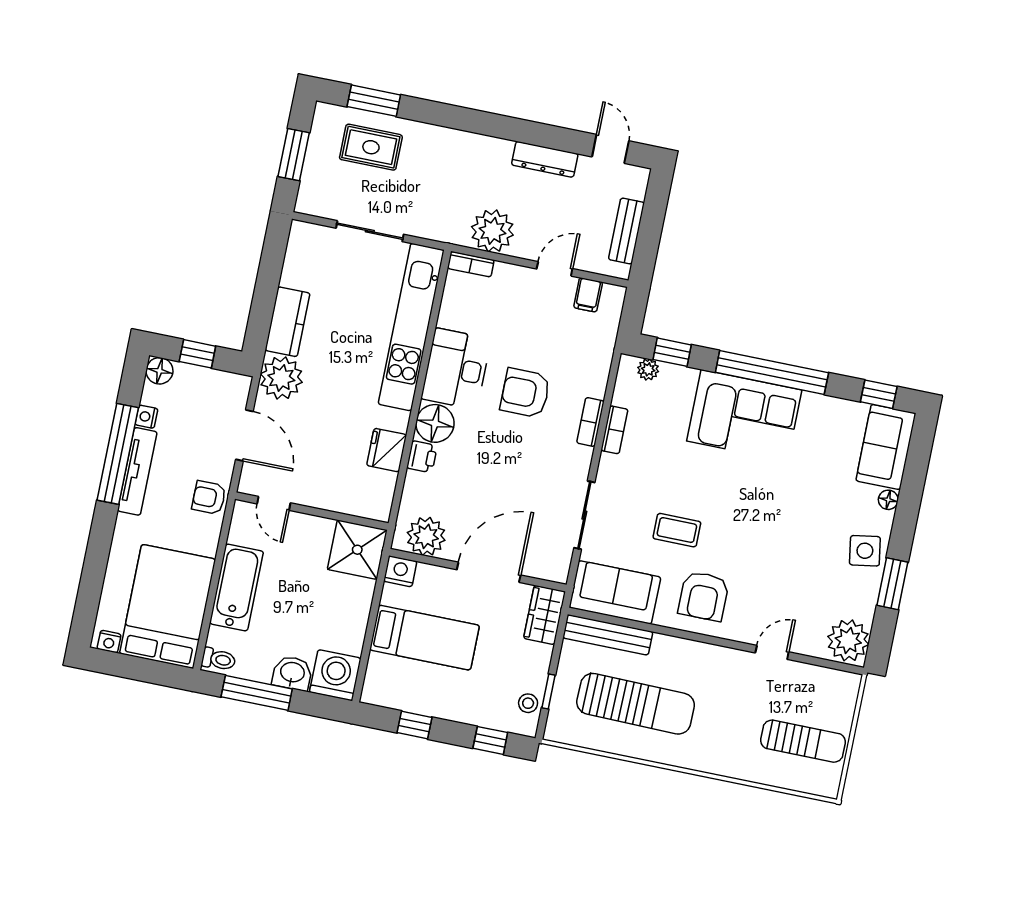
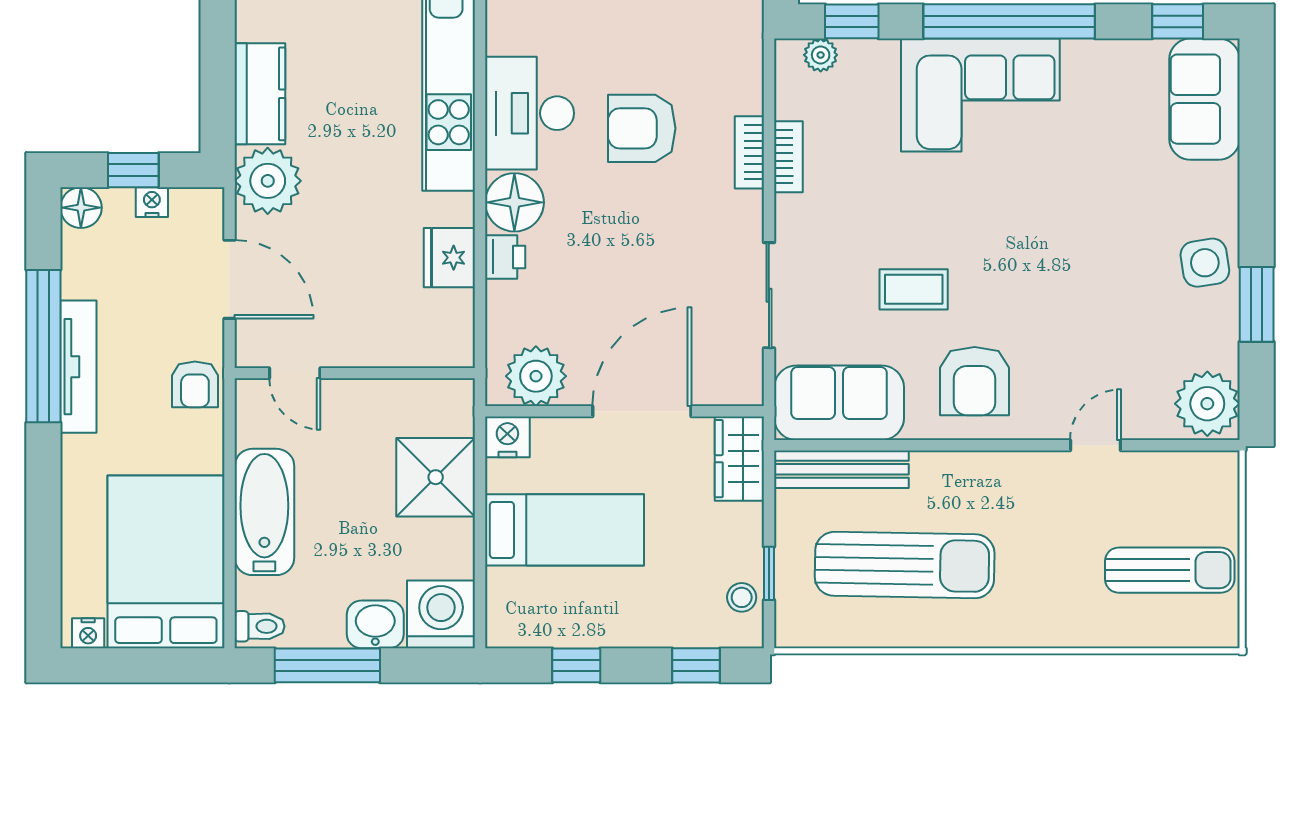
nightstand: (146, 417) -> (152, 202), moved, turned 90
armchair: (209, 498) -> (195, 384), turned -90
floor lamp: (888, 500) -> (1225, 178), removed
shower: (357, 550) -> (436, 477), moved

